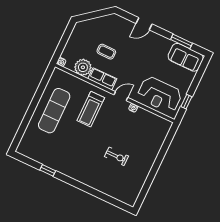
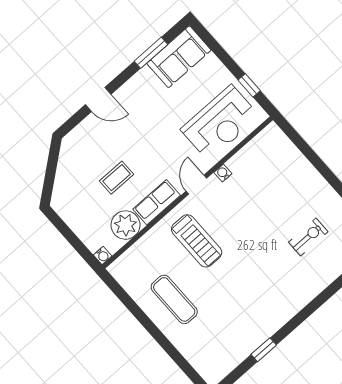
door: (144, 24) -> (98, 100), hinge flipped
exercise mat: (54, 111) -> (174, 299), width x0.73, depth x0.69
exercise bike: (116, 156) -> (308, 237), moved

